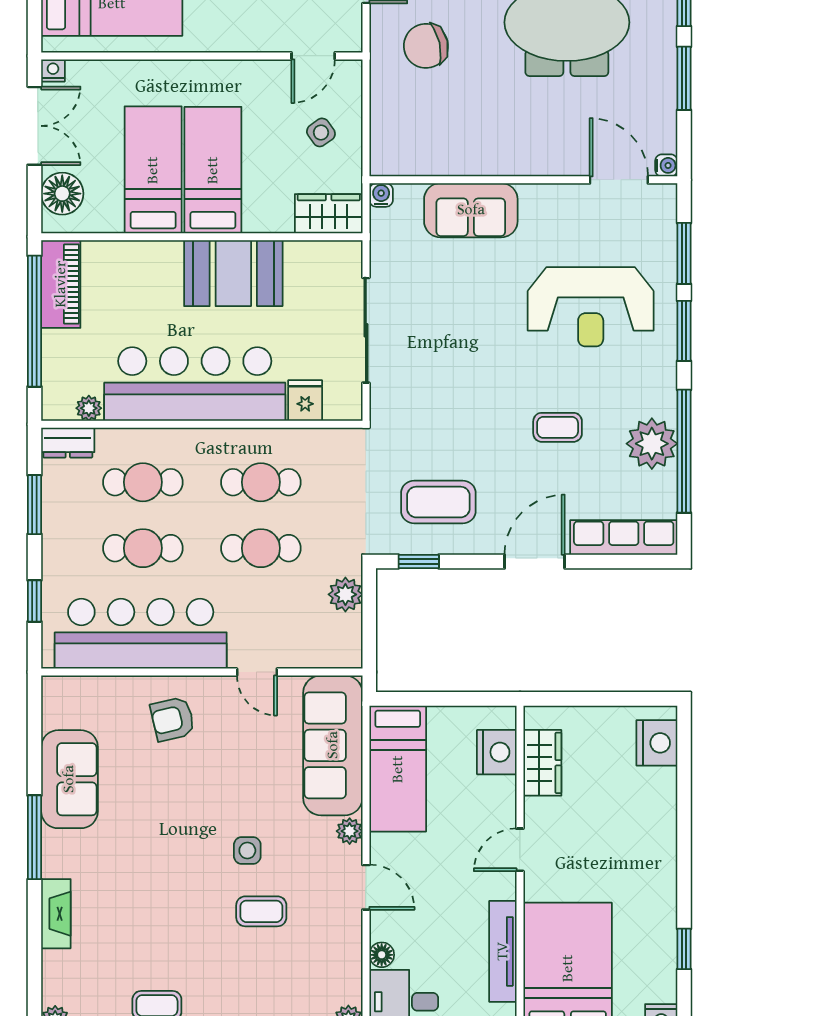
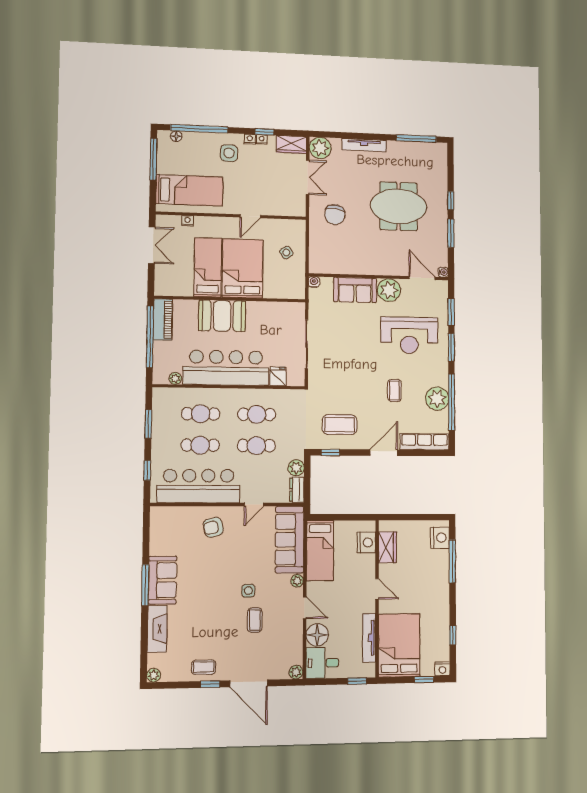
chair: (426, 46) -> (335, 215), turned -72
door: (313, 56) -> (250, 216), moved
nightstand: (53, 70) -> (187, 221), moved
bed: (213, 170) -> (243, 268), width x1.50
floor lamp: (62, 194) -> (164, 277), removed
plant: (546, 208) -> (389, 290), added
wardrobe: (329, 214) -> (290, 290), removed
booth: (233, 273) -> (222, 316), moved
coffee table: (558, 427) -> (394, 390), turned 90
dresser: (68, 443) -> (297, 490), moved, turned 90
door: (257, 672) -> (254, 505), hinge flipped
sofa: (69, 779) -> (162, 580), moved
window: (684, 793) -> (452, 561), added
door: (520, 850) -> (377, 589), swing flipped
coffee table: (261, 911) -> (255, 620), turned 90
fireplace: (56, 914) -> (157, 629), width x1.37, depth x1.32
floor lamp: (382, 955) -> (317, 635), width x1.89, depth x1.89

